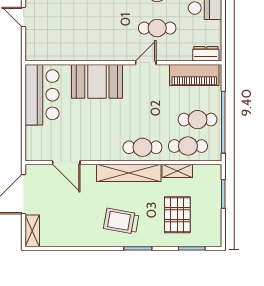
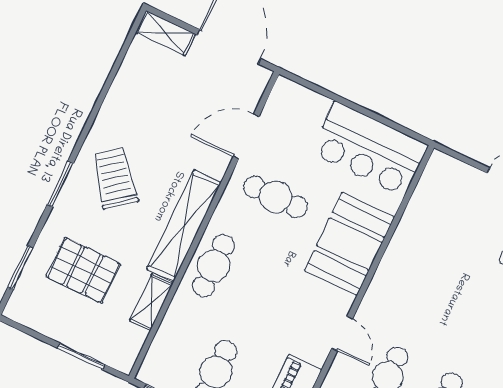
cafe table: (188, 146) -> (275, 197), moved, turned 90
trolley: (121, 221) -> (115, 178), turned -48

